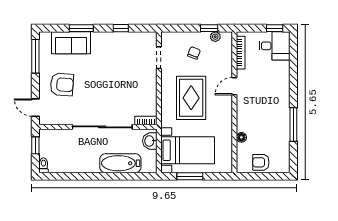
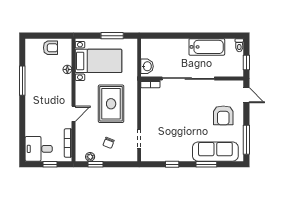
window: (275, 28) -> (50, 164), moved
sofa: (71, 43) -> (215, 152), width x1.36
armchair: (62, 84) -> (223, 115), turned -94
bed with nightstands: (188, 150) -> (99, 61), moved, turned 180
bathtub: (120, 163) -> (207, 47), moved

